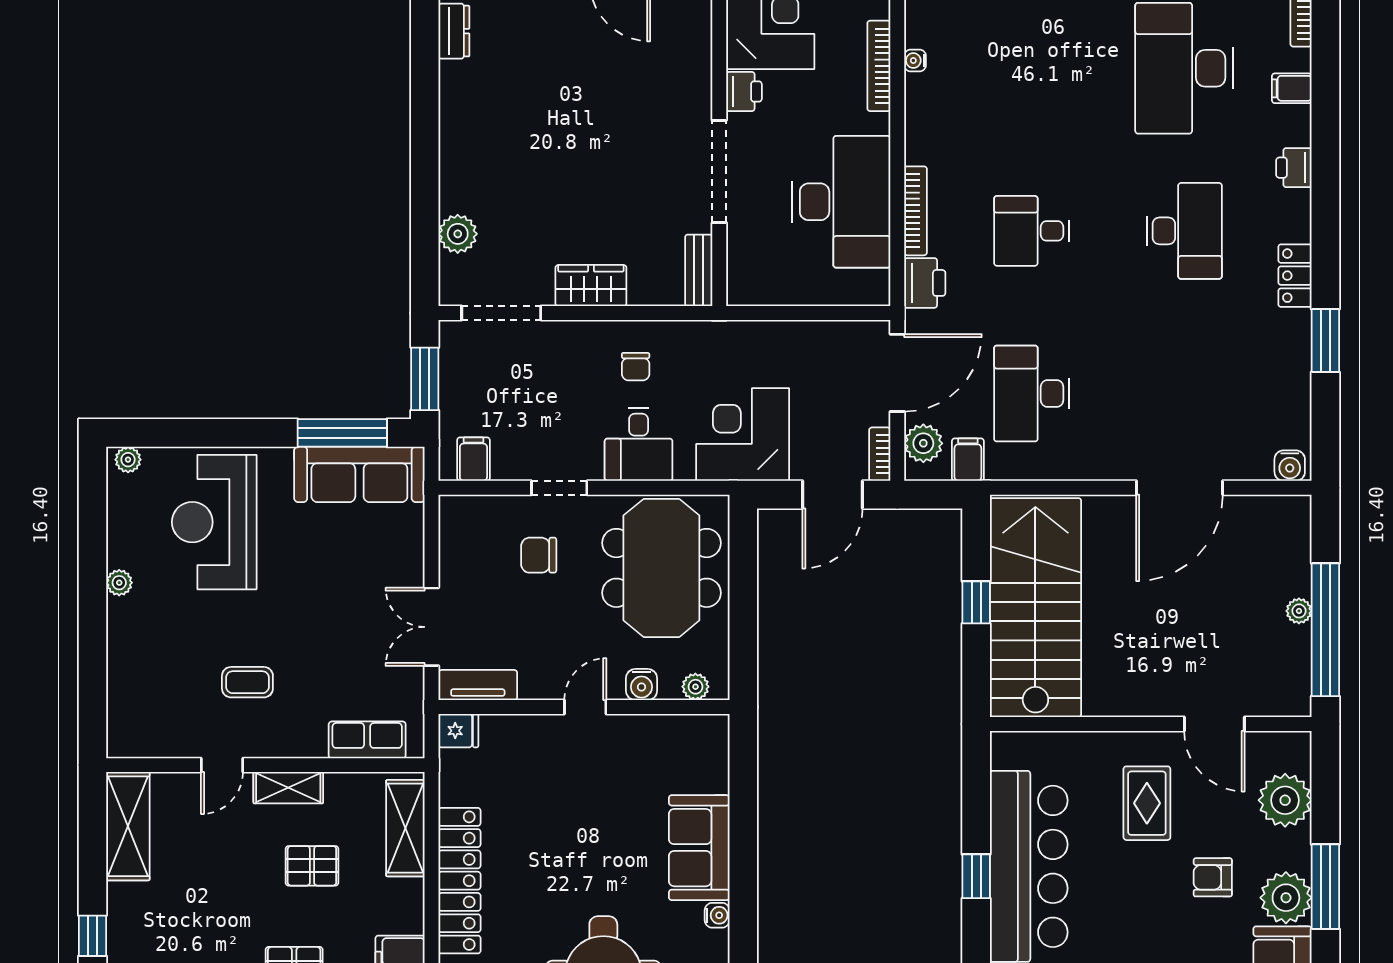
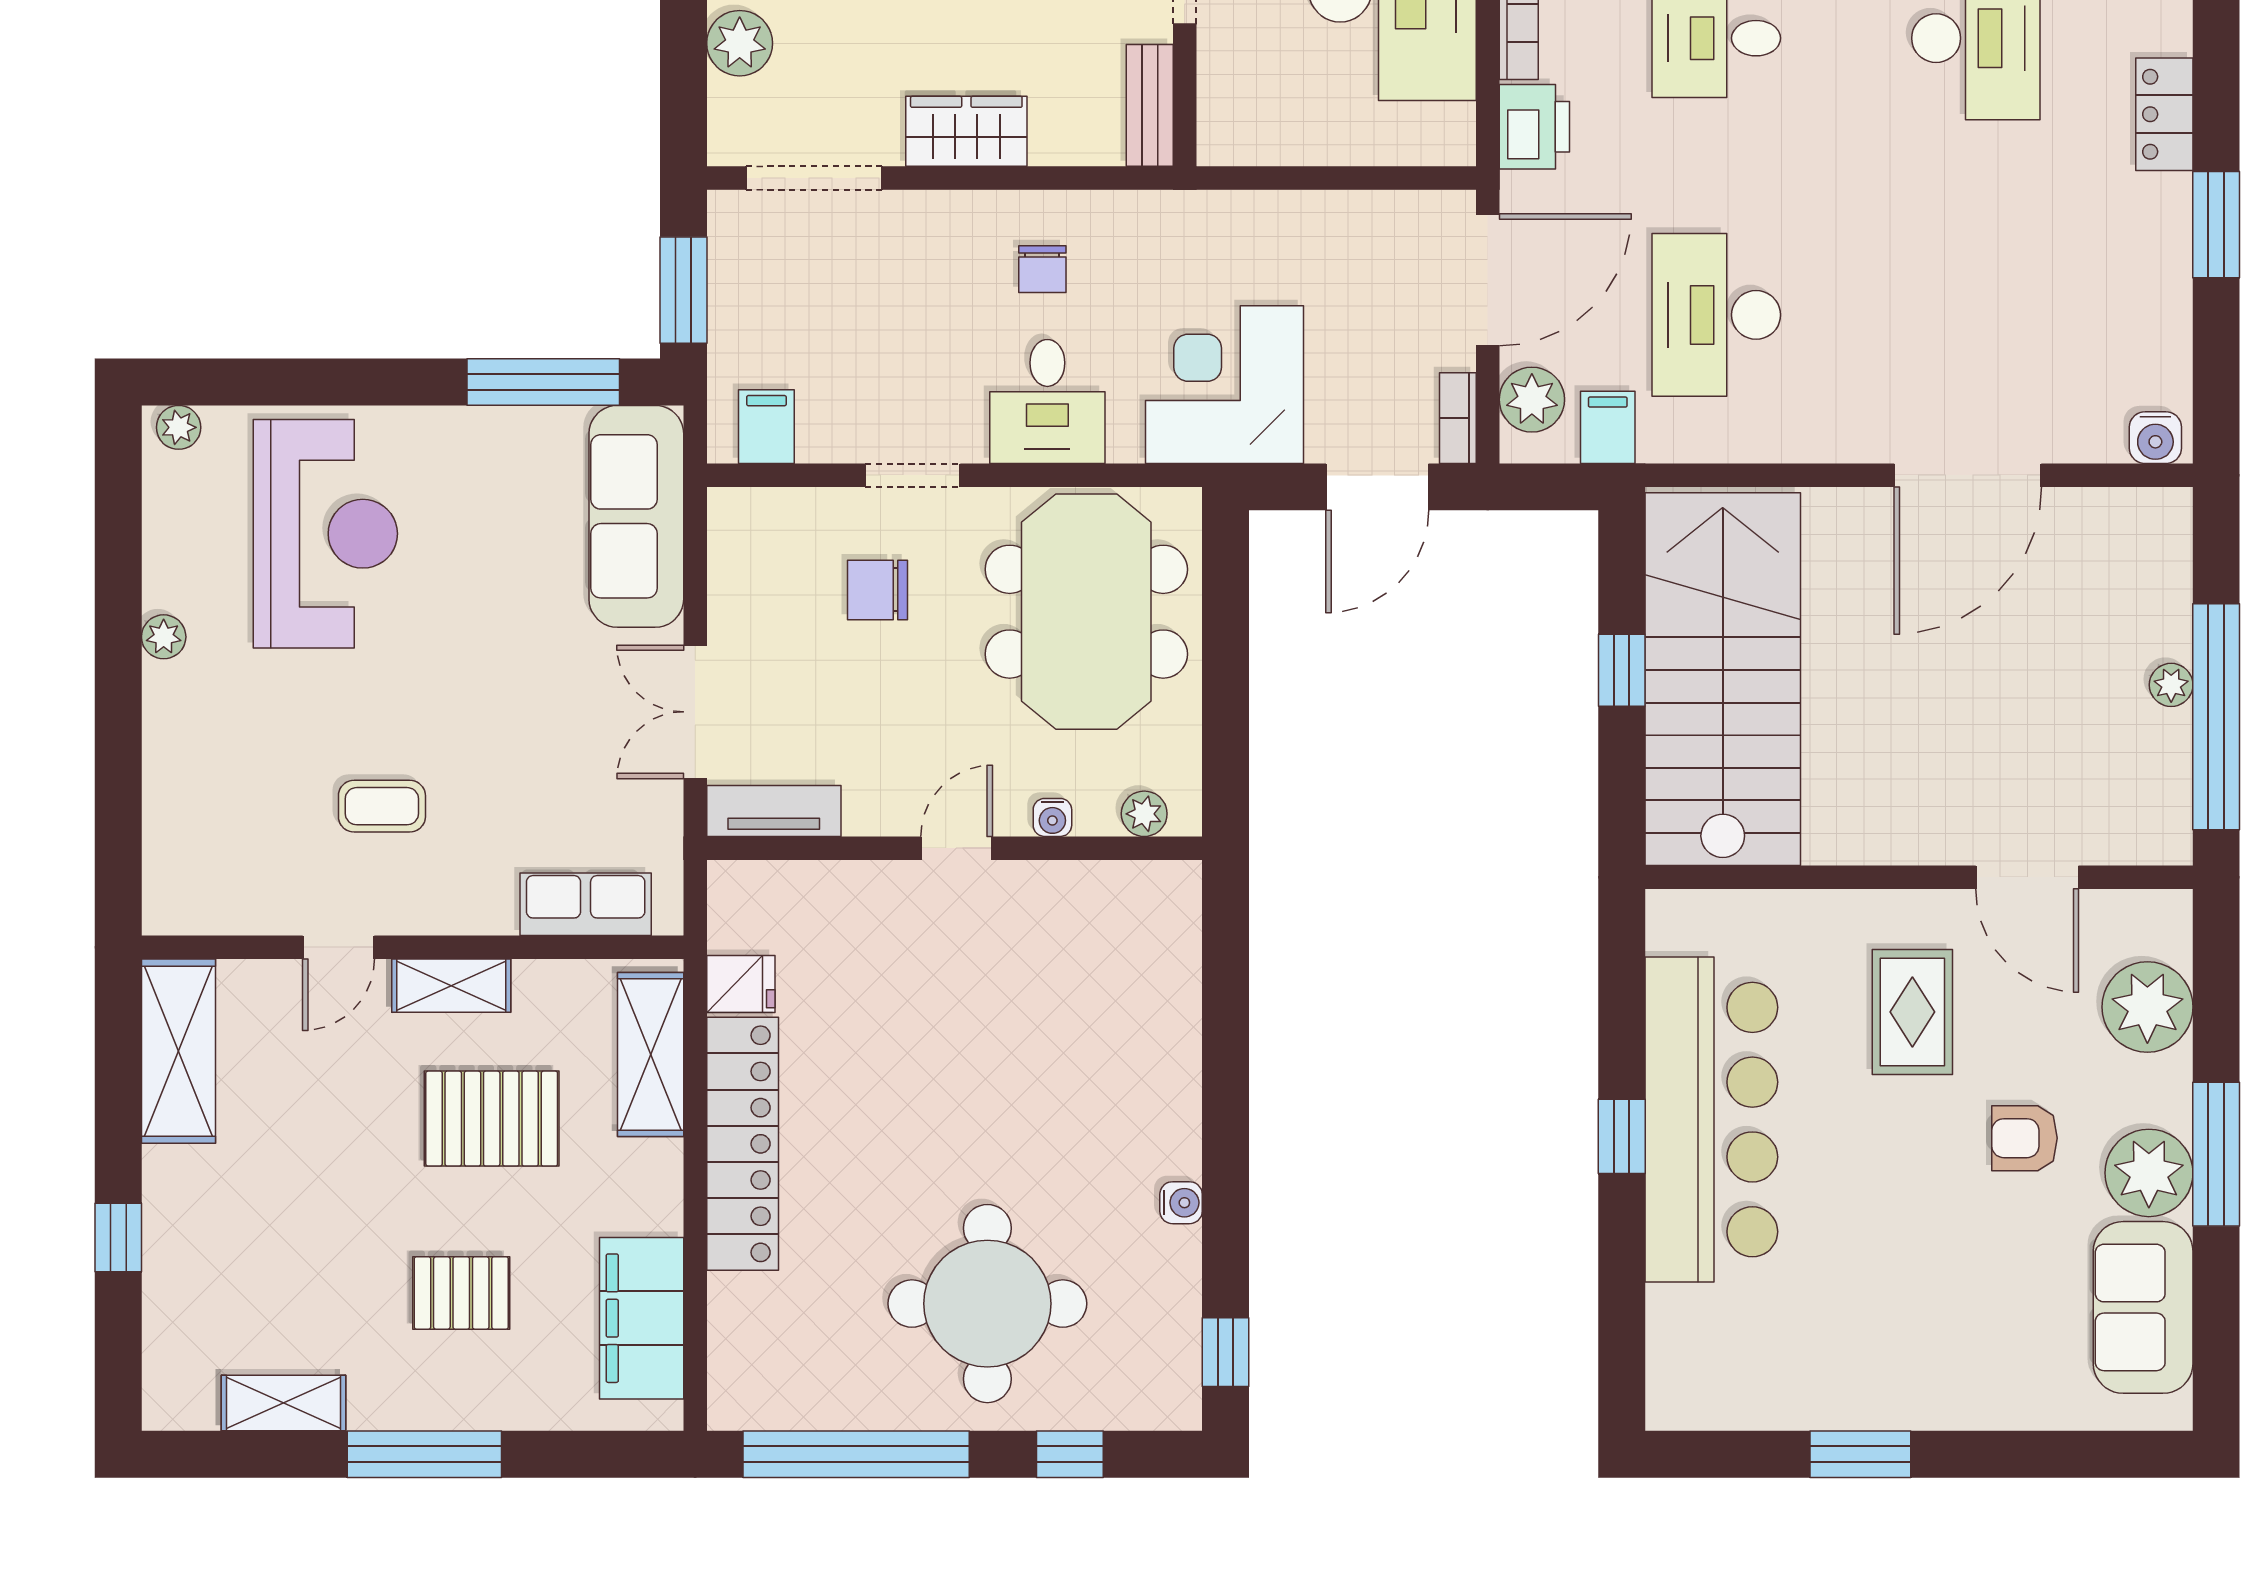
sofa: (359, 474) -> (636, 516), moved, turned 90
reception desk: (214, 522) -> (325, 534), turned 180
water cooler: (642, 685) -> (1052, 817), width x0.72, depth x0.72
fridge: (458, 731) -> (741, 984), moved
sofa: (699, 848) -> (1150, 1088), removed
pallet: (312, 866) -> (492, 1119), width x1.50, depth x1.42

